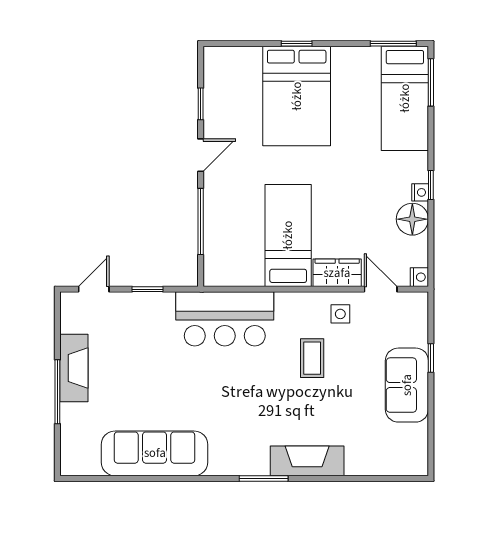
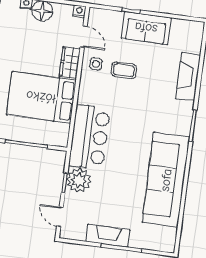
bed: (288, 235) -> (41, 97), width x1.50
door: (381, 289) -> (84, 37), swing flipped
plant: (154, 311) -> (79, 180), added
coffee table: (312, 358) -> (124, 70), moved
sofa: (155, 453) -> (166, 180), width x1.36, depth x1.27
fireplace: (307, 461) -> (188, 77), moved

